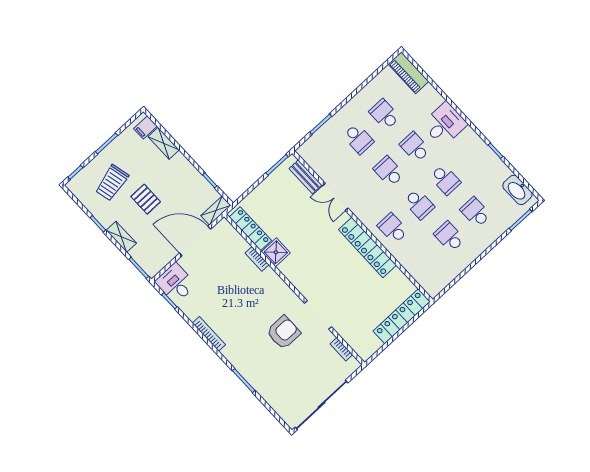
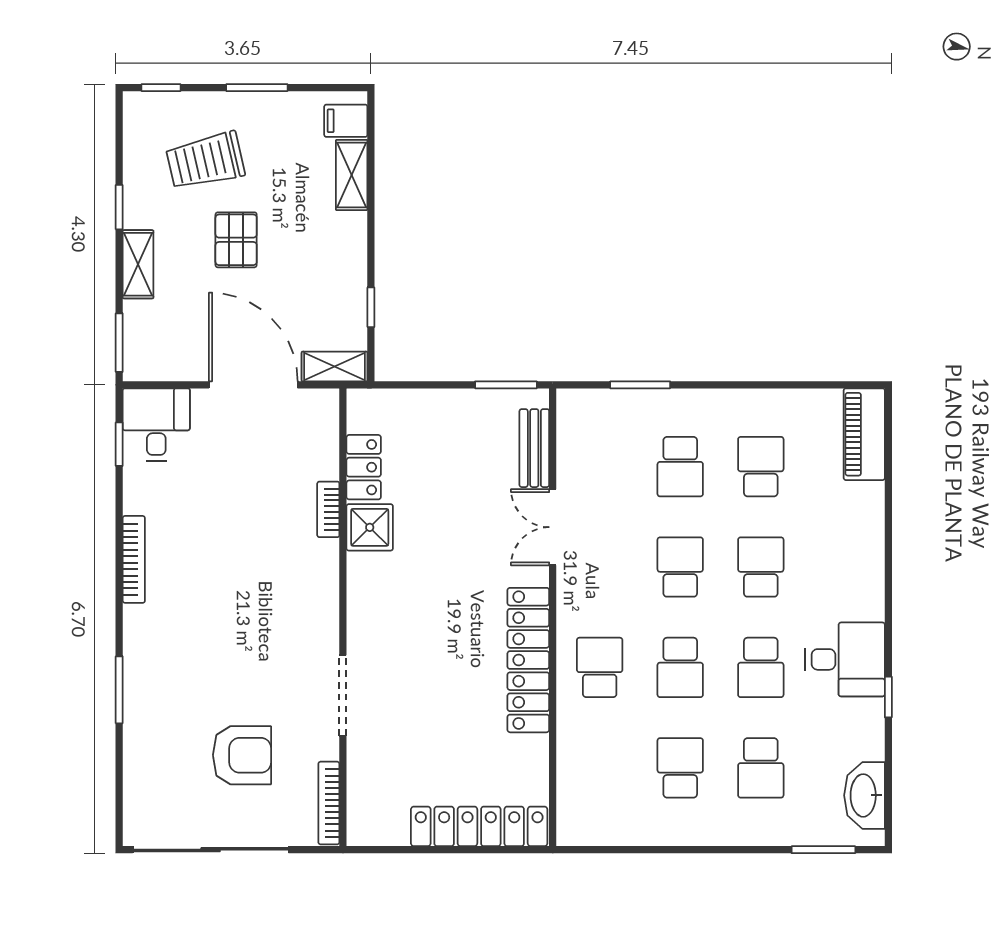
desk: (445, 124) -> (845, 659), moved
school desk: (475, 212) -> (761, 768), turned 180
locker: (250, 229) -> (364, 467), width x0.66
armchair: (283, 332) -> (242, 755), moved
bookcase: (341, 349) -> (329, 803), width x1.56

